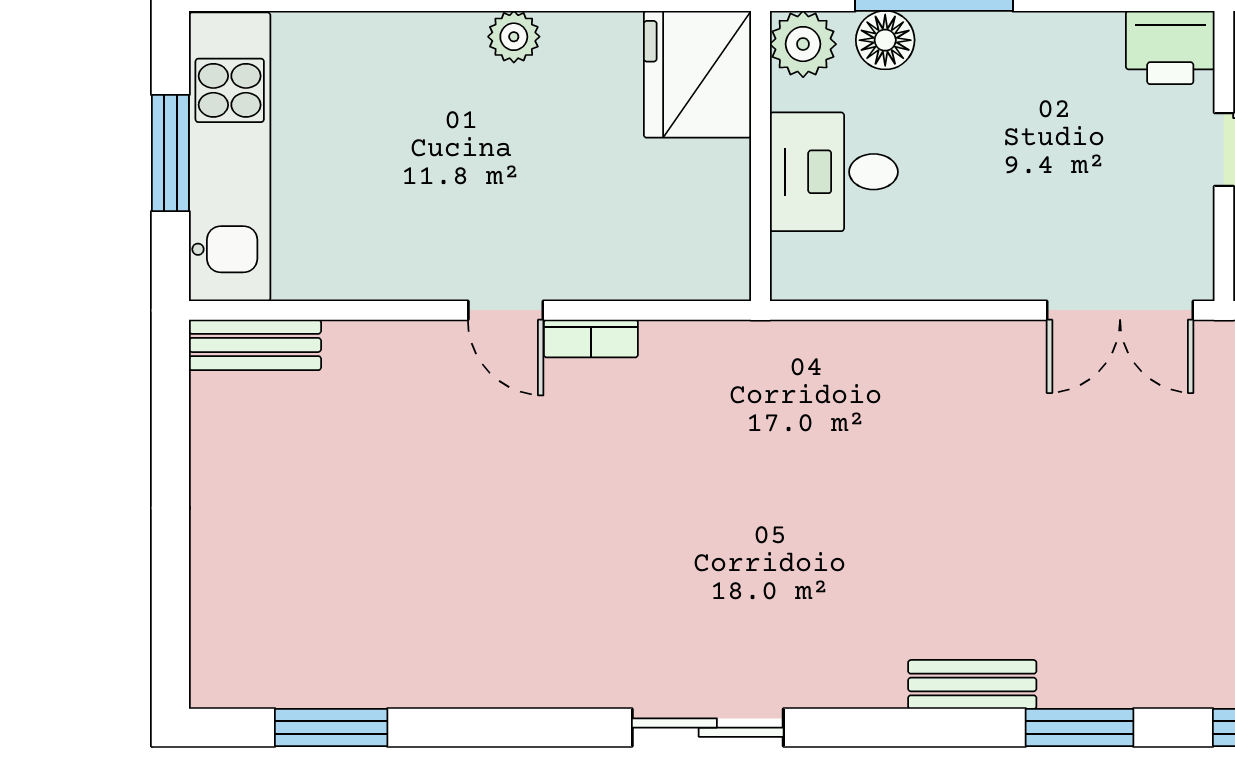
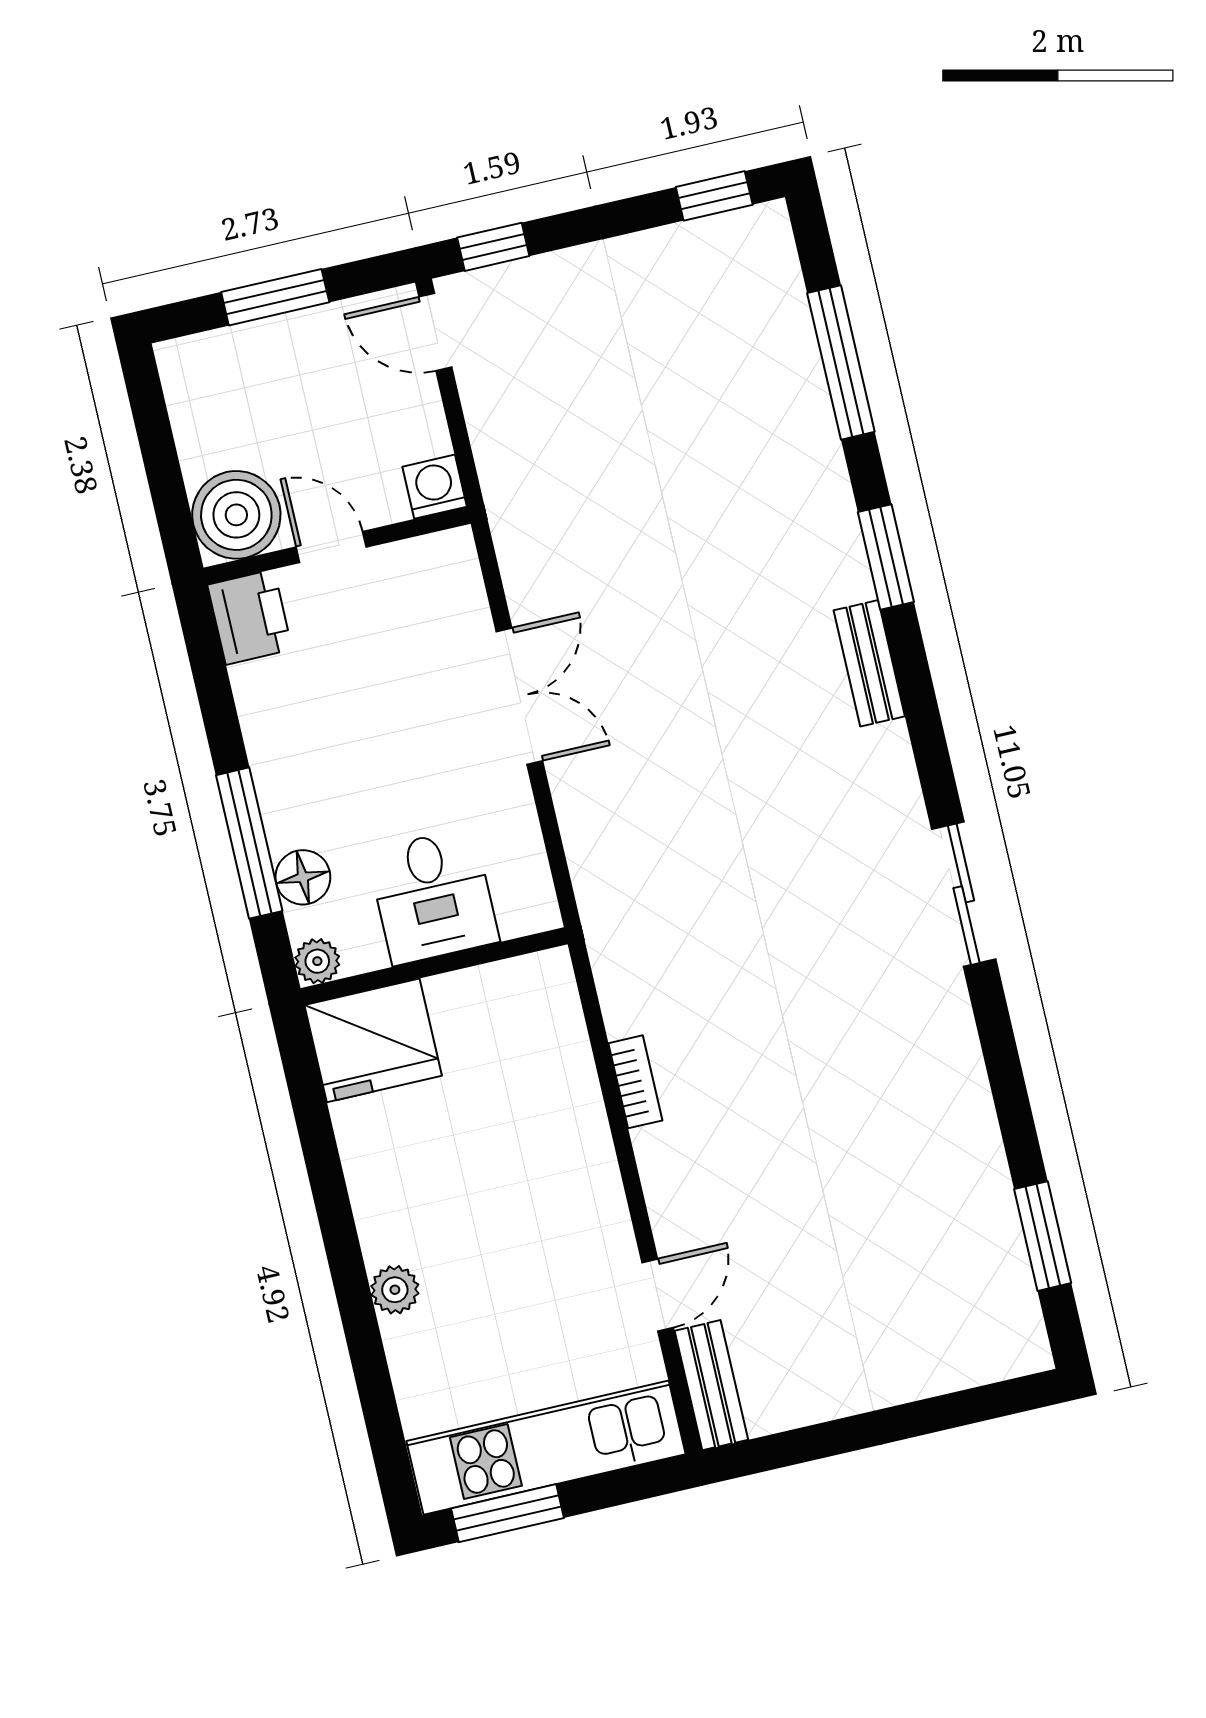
plant: (514, 37) -> (395, 1290), moved
plant: (803, 44) -> (317, 961), width x0.73, depth x0.73
window: (170, 153) -> (507, 1513), moved
door: (506, 310) -> (658, 1295), moved
double door: (1120, 310) -> (519, 696), moved

